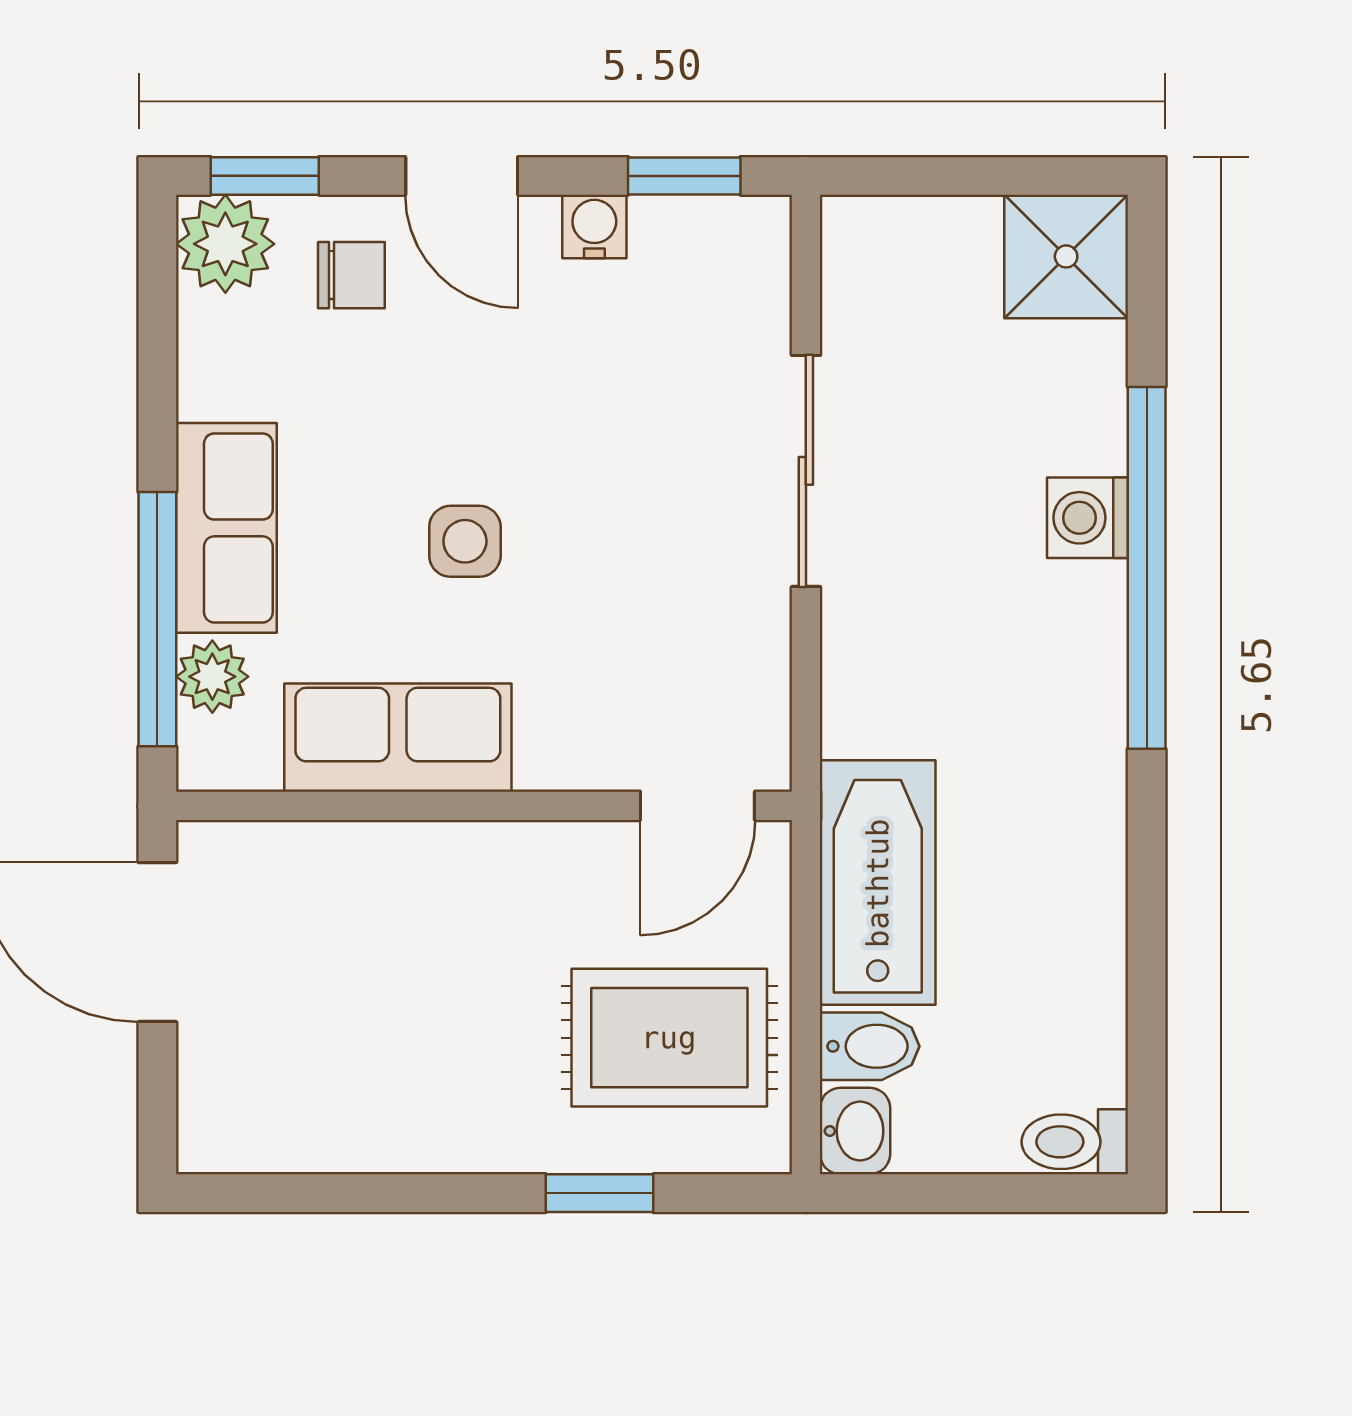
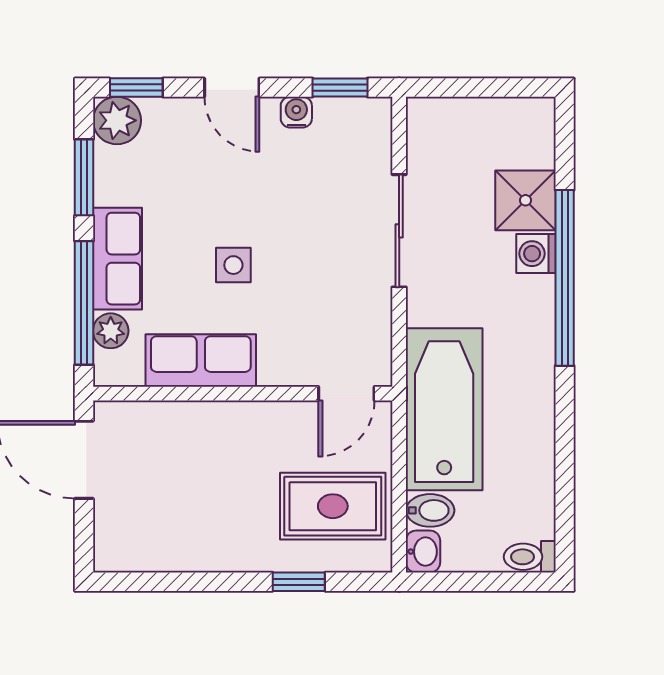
shower: (1066, 256) -> (526, 200), moved
chair: (351, 275) -> (178, 136), removed
window: (157, 361) -> (84, 177), added
bathtub: (878, 883) -> (444, 409), width x1.36, depth x1.36

